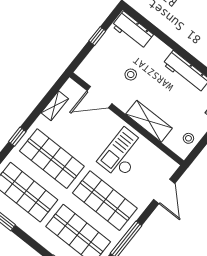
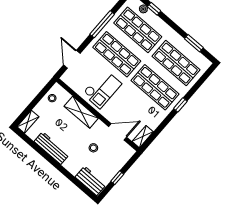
shelving: (55, 106) -> (143, 137), moved

